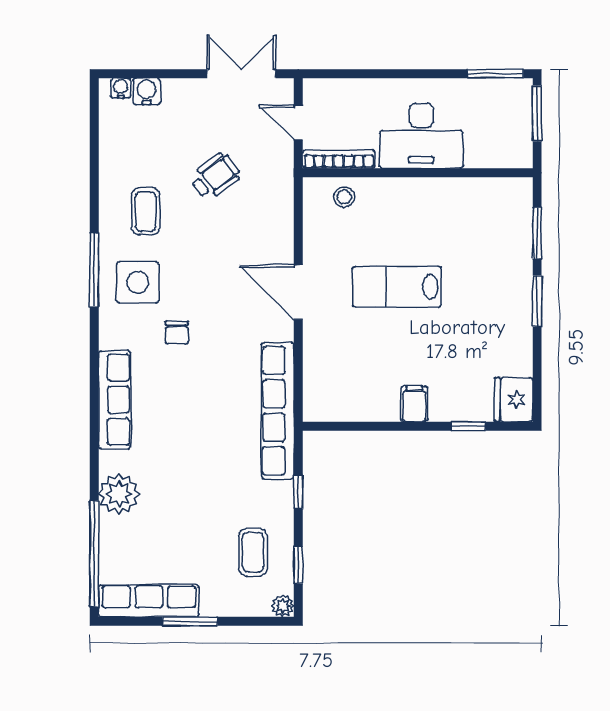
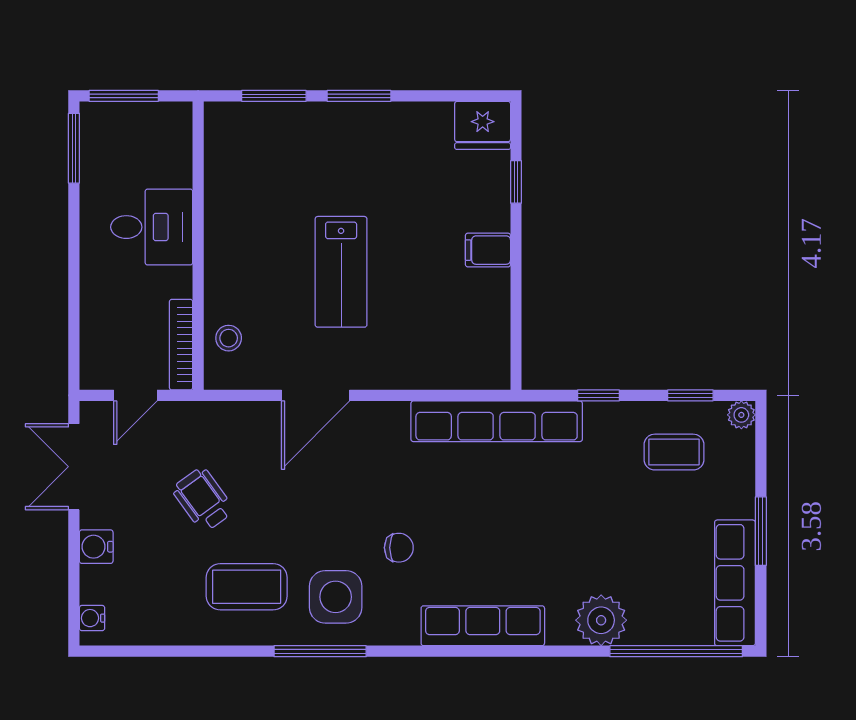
water cooler: (147, 91) -> (96, 547), moved
desk: (421, 136) -> (152, 227), width x0.73
coffee table: (146, 211) -> (247, 587), width x1.36, depth x1.30
door: (298, 292) -> (316, 395), moved

